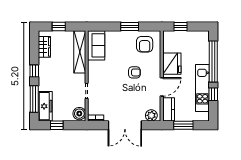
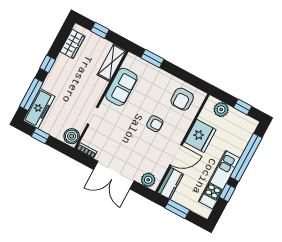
window: (130, 27) -> (152, 58), moved
window: (180, 27) -> (243, 107), moved
plant: (177, 37) -> (221, 109), added
sofa: (96, 45) -> (121, 87), moved
shelving: (80, 52) -> (112, 63), width x0.68

